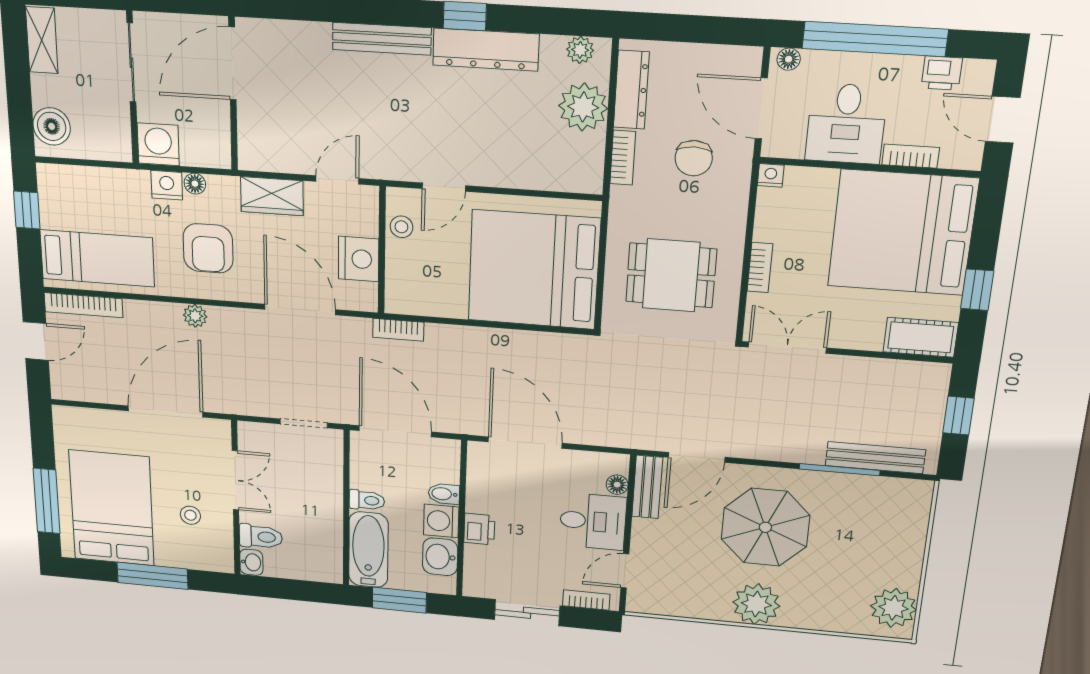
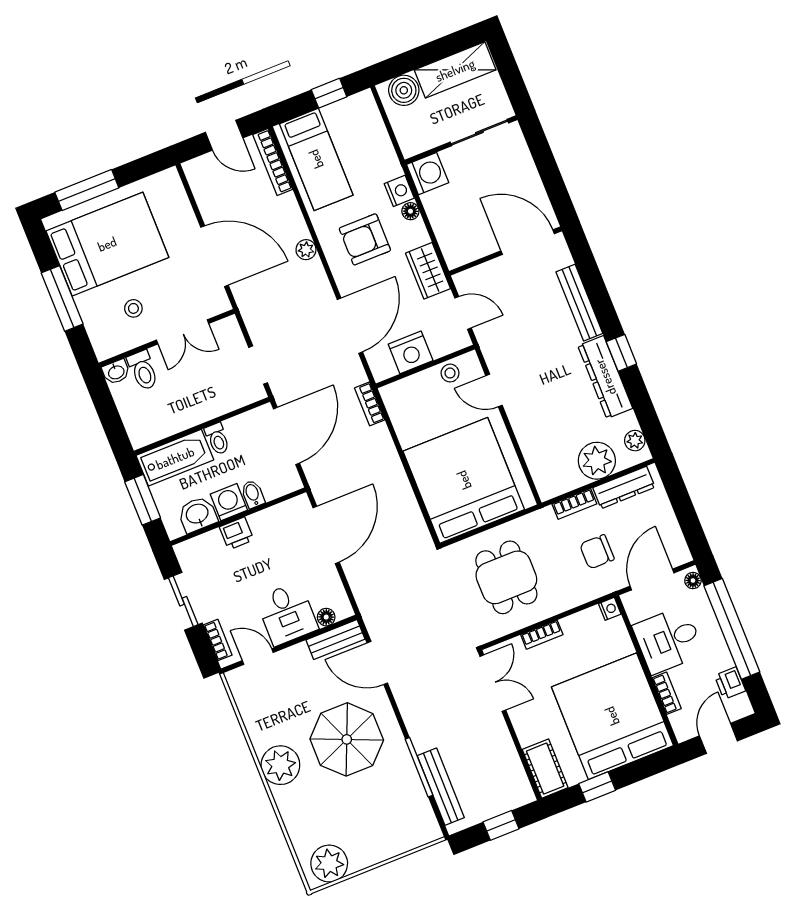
shelving: (42, 40) -> (455, 70), width x1.50, depth x1.33
door: (232, 63) -> (528, 242), moved
wall: (233, 94) -> (505, 251), moved

